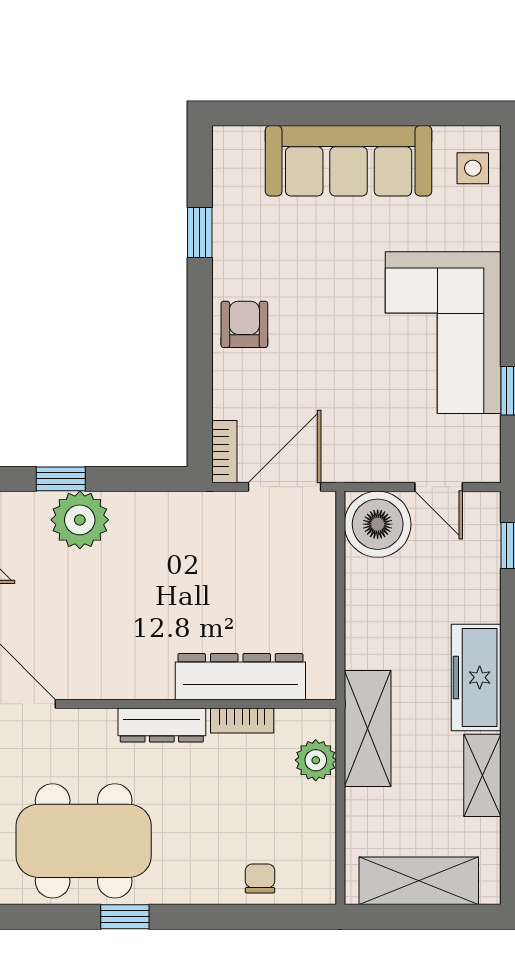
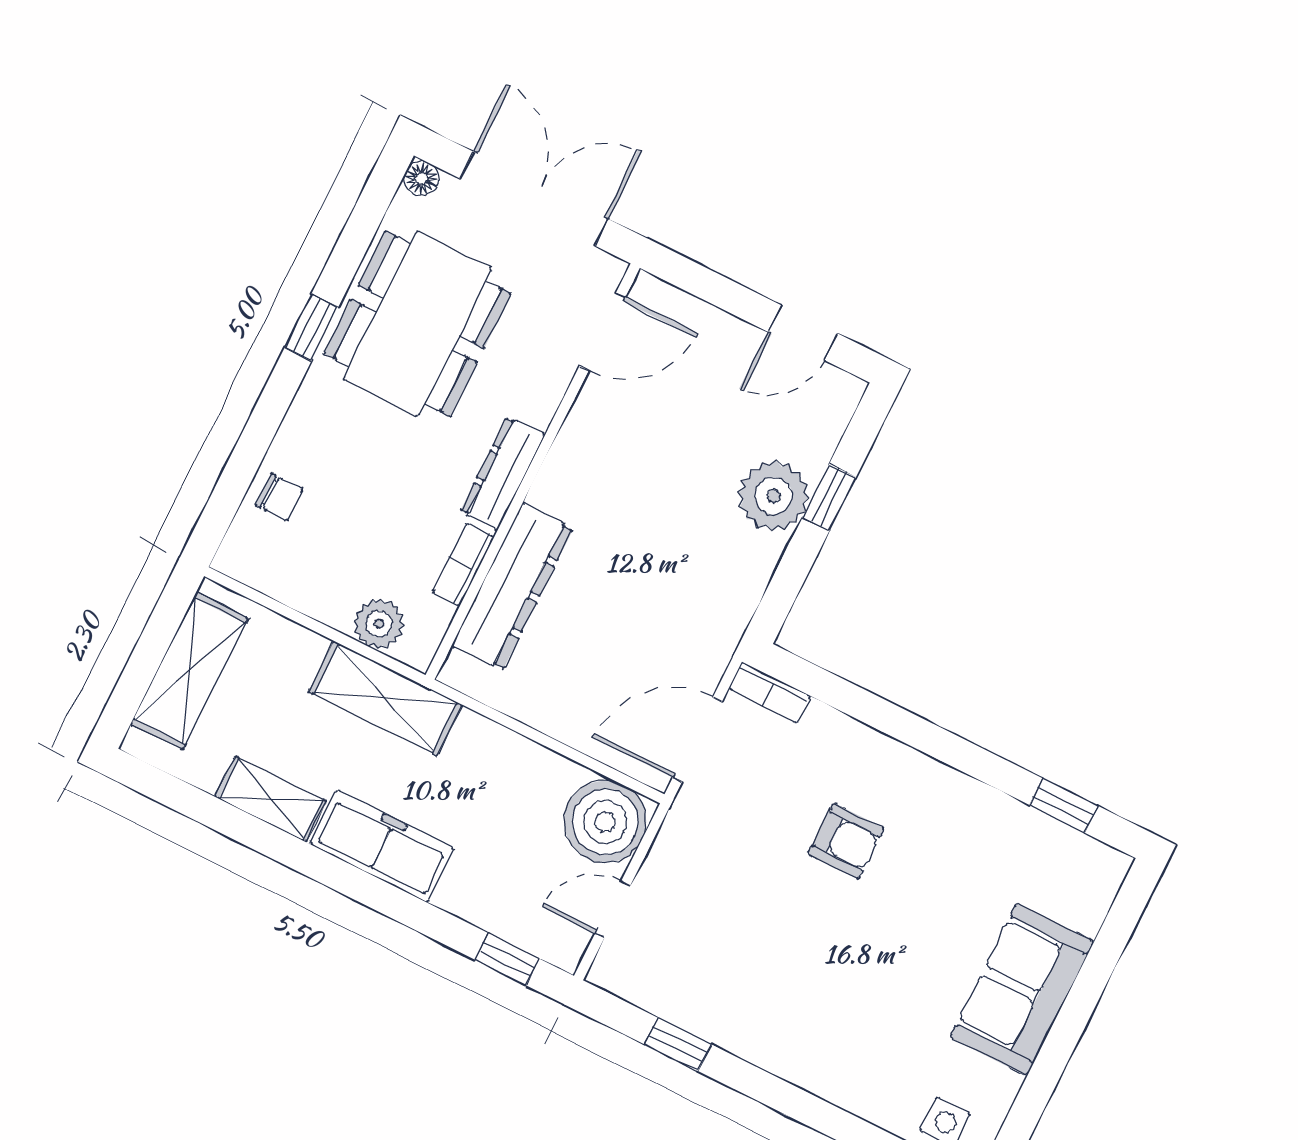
sofa: (349, 161) -> (1022, 989), width x0.73
window: (200, 232) -> (1064, 805), moved
armchair: (244, 324) -> (846, 841), moved
corner sofa: (443, 333) -> (780, 999), removed
door: (285, 487) -> (697, 740), swing flipped

